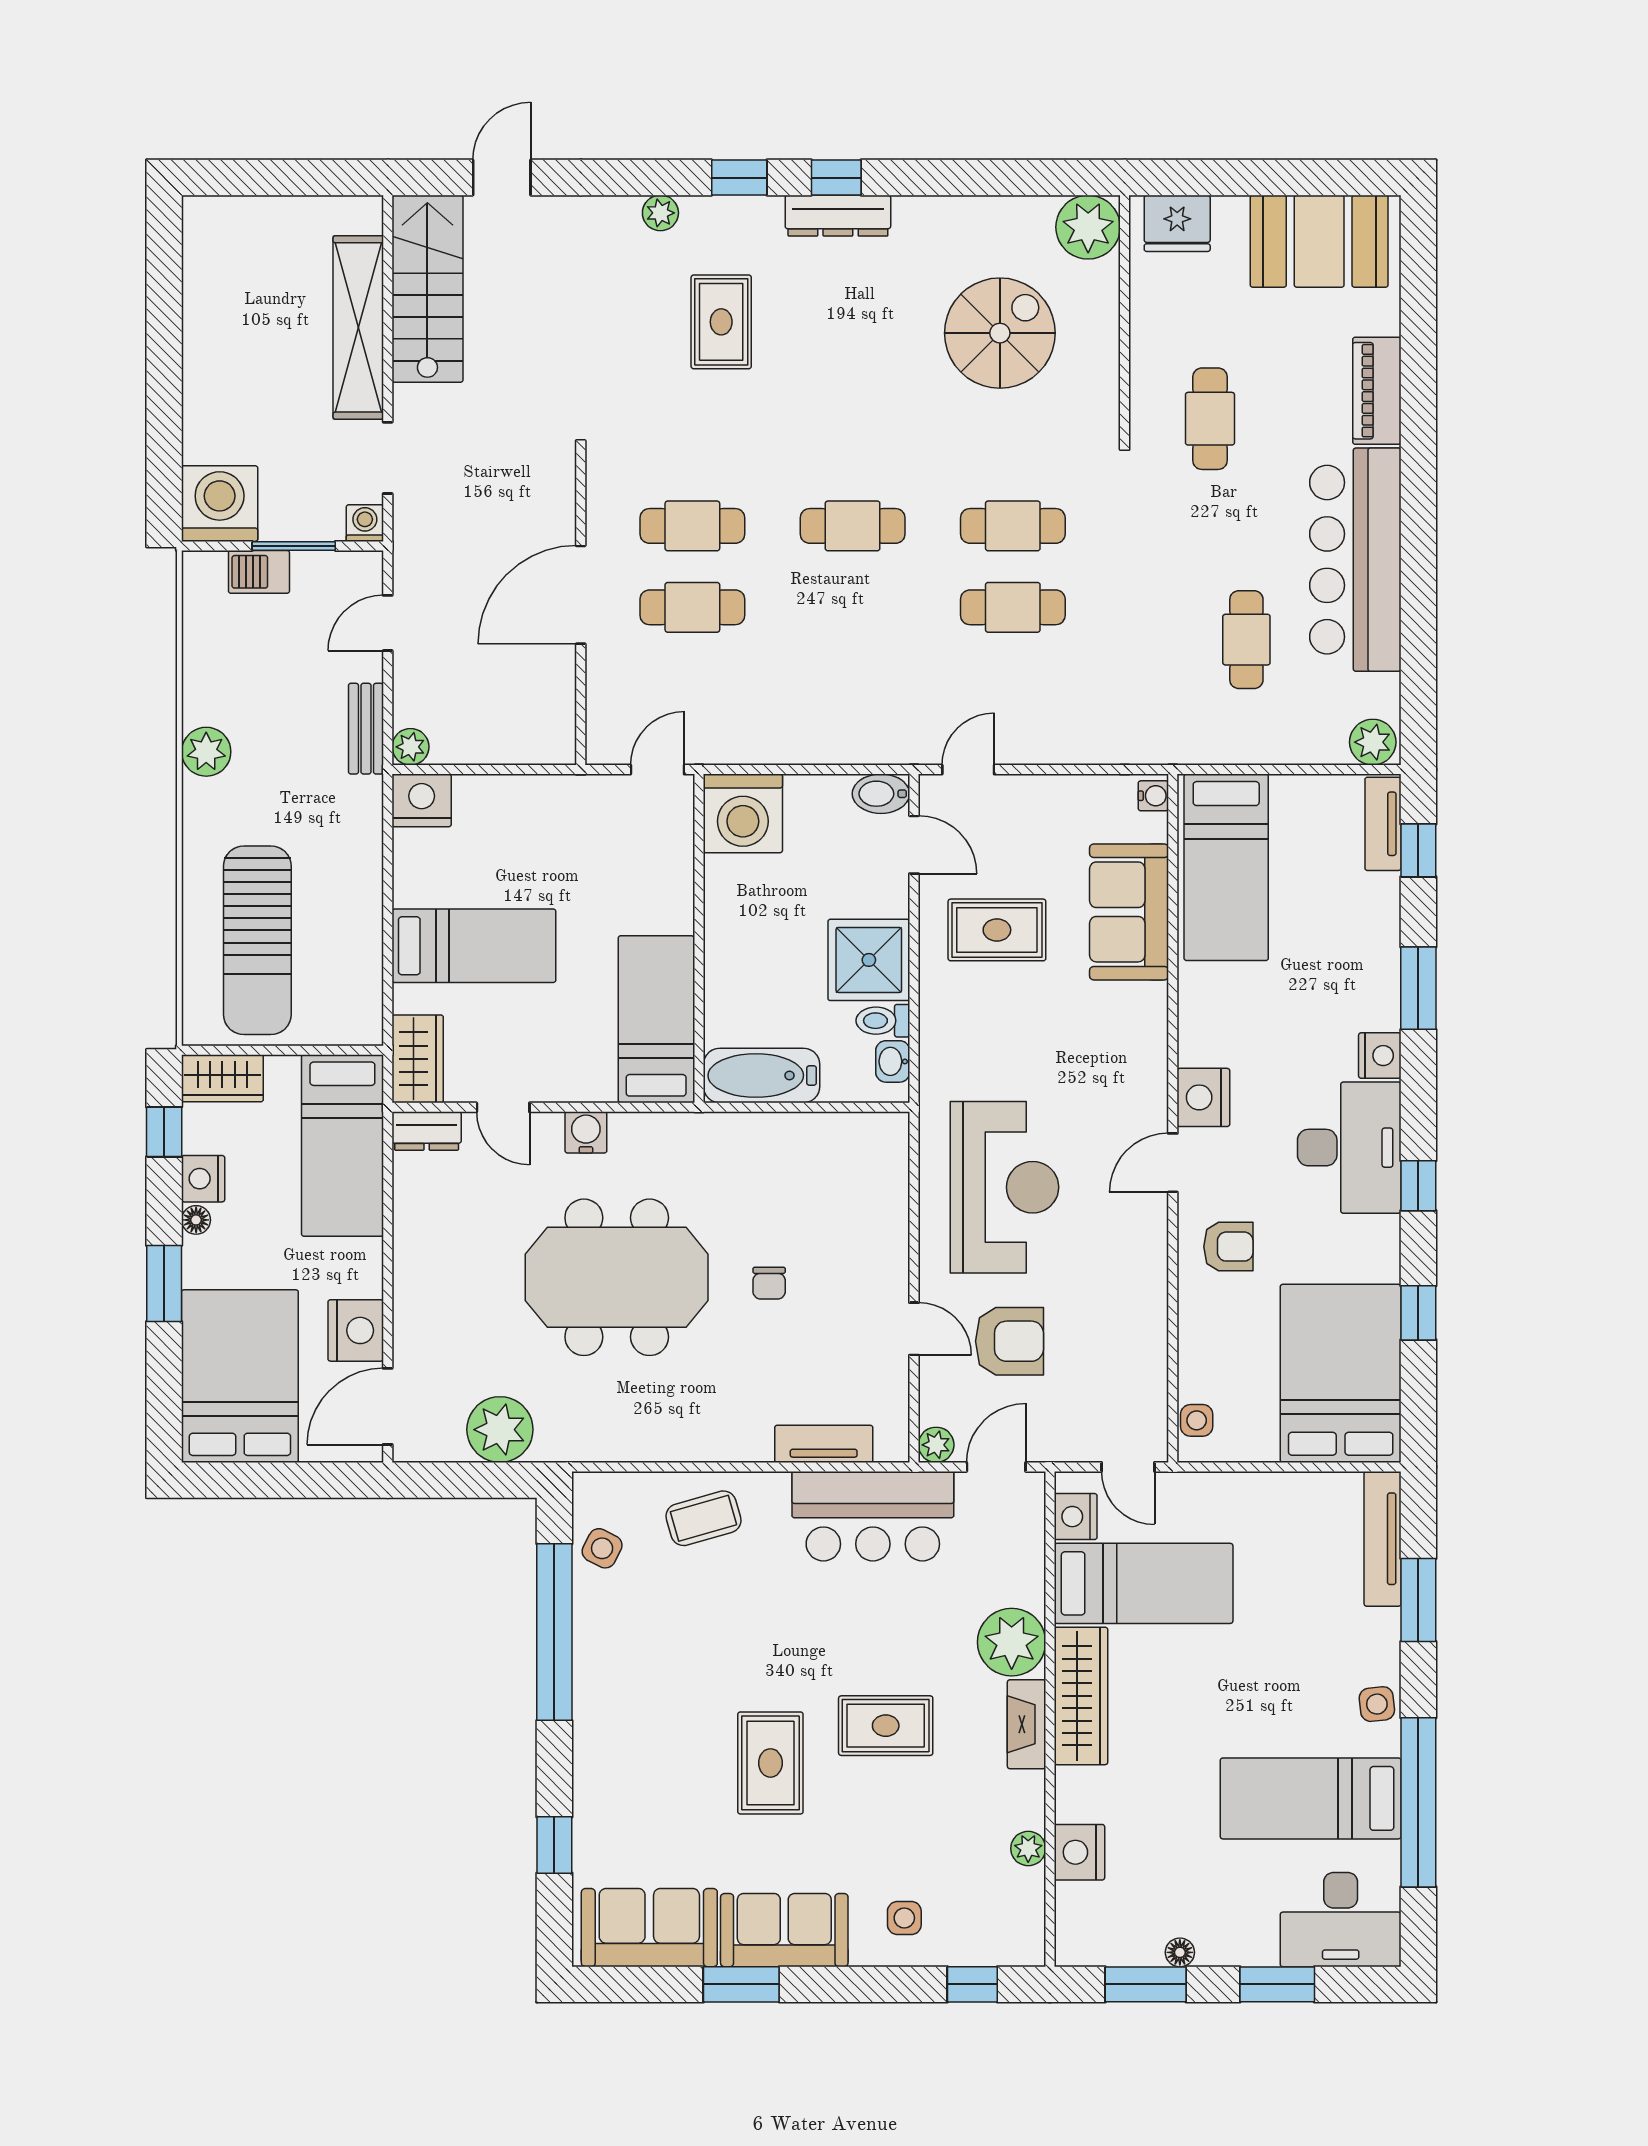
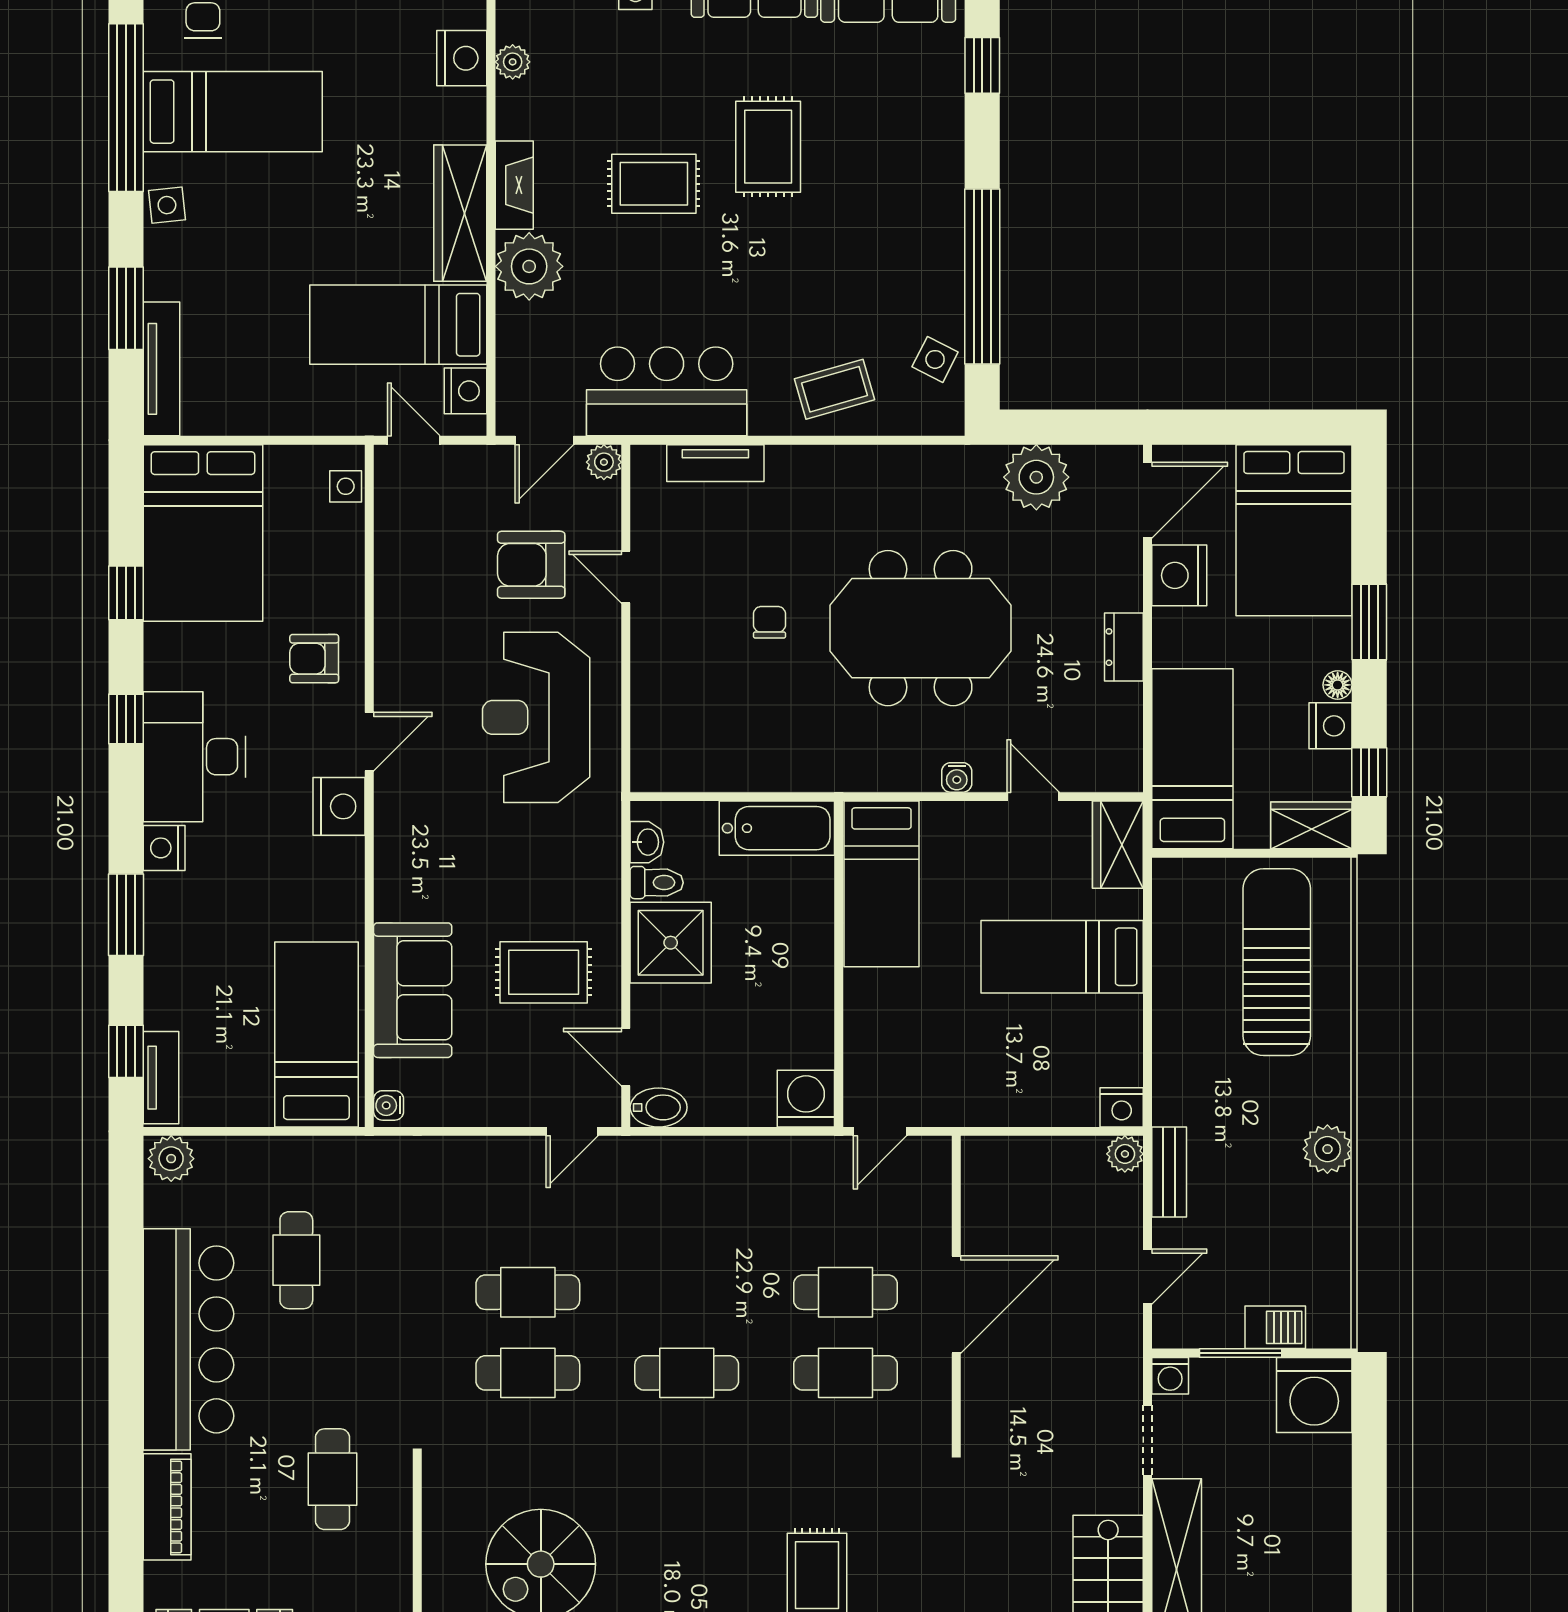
nightstand: (422, 800) -> (1122, 1107), width x0.74, depth x0.75
washing machine: (743, 813) -> (806, 1099), width x0.73, depth x0.73
dresser: (427, 1131) -> (1124, 647), moved, turned -90
water cooler: (586, 1132) -> (957, 777), width x0.72, depth x0.72

